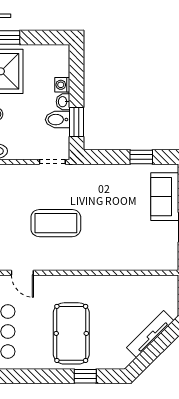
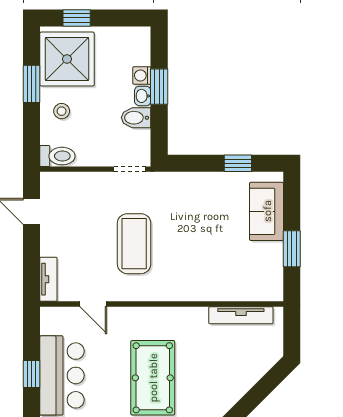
window: (76, 122) -> (159, 87), moved
coffee table: (56, 223) -> (134, 244), turned 90
tv unit: (150, 334) -> (241, 315), moved, turned -135

